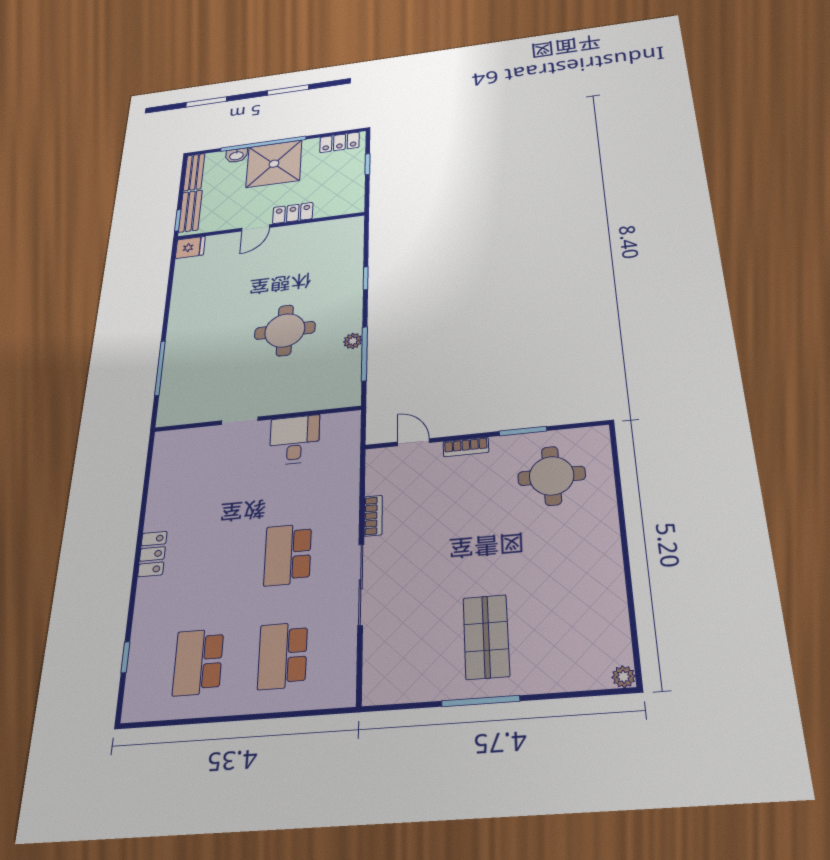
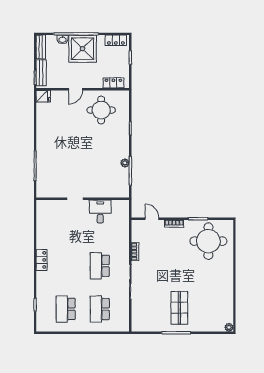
locker: (293, 213) -> (113, 83), moved
round table: (285, 330) -> (101, 110), moved
round table: (552, 476) -> (208, 241), width x1.36, depth x1.36

